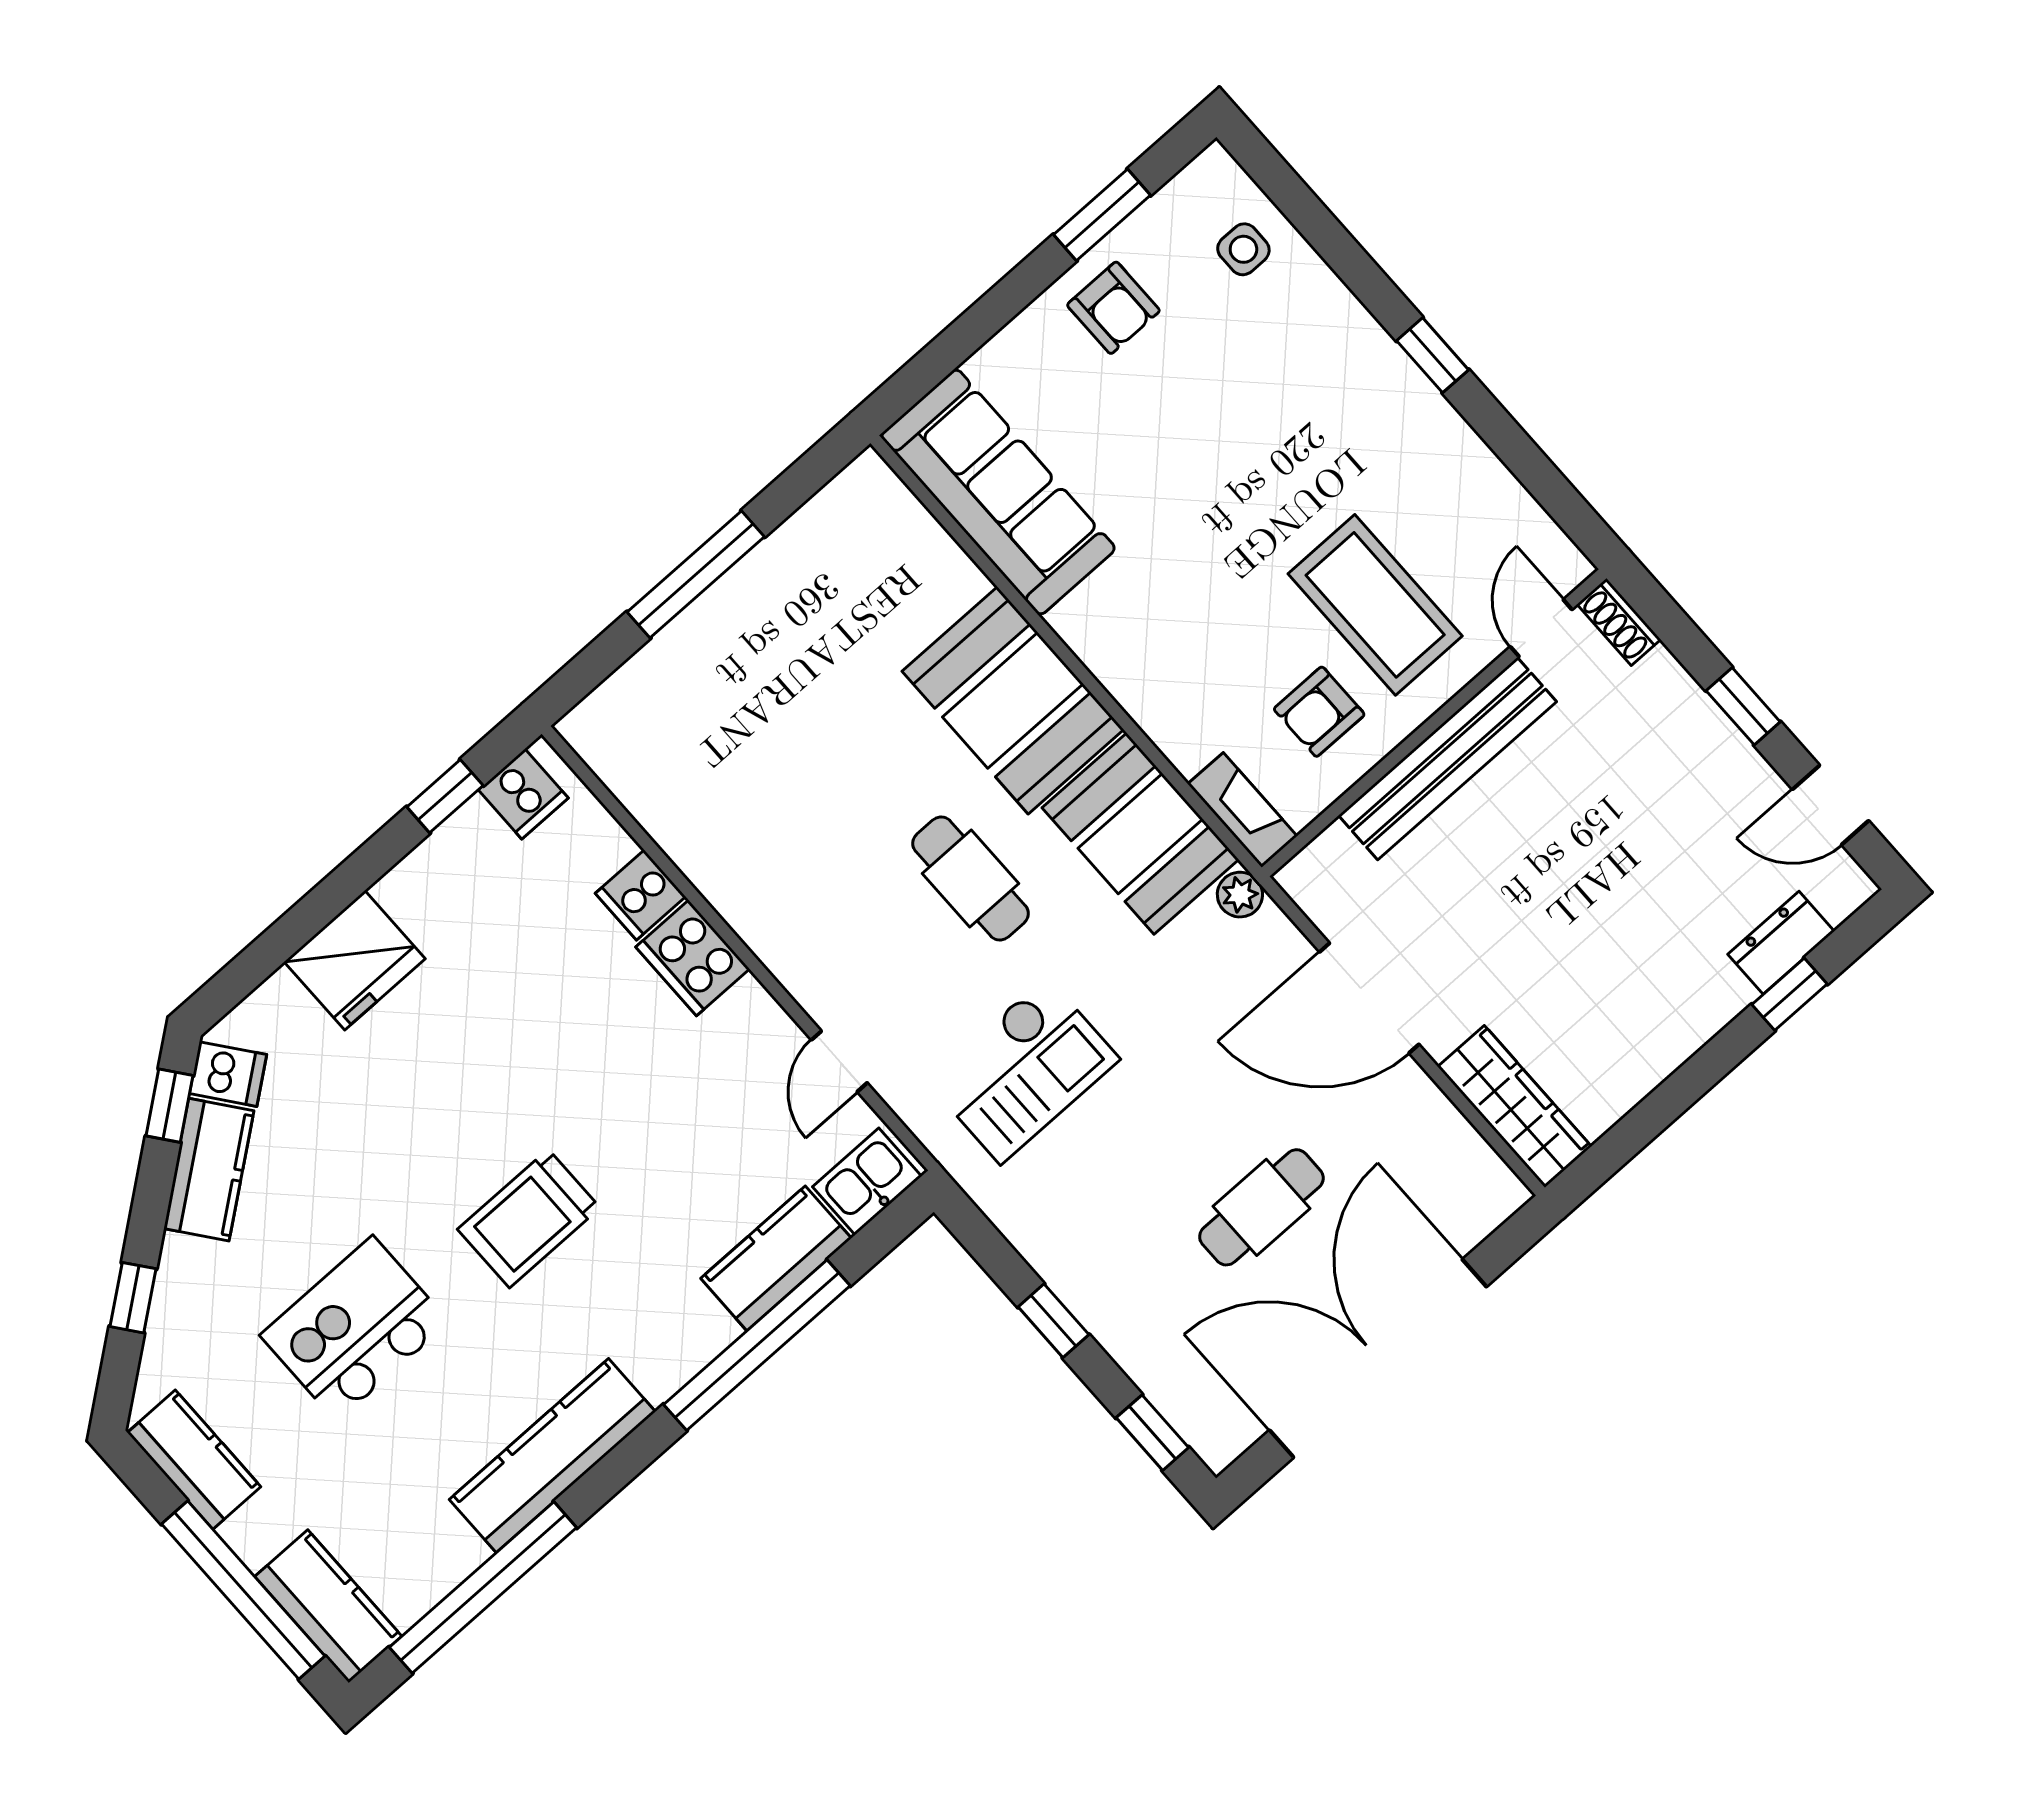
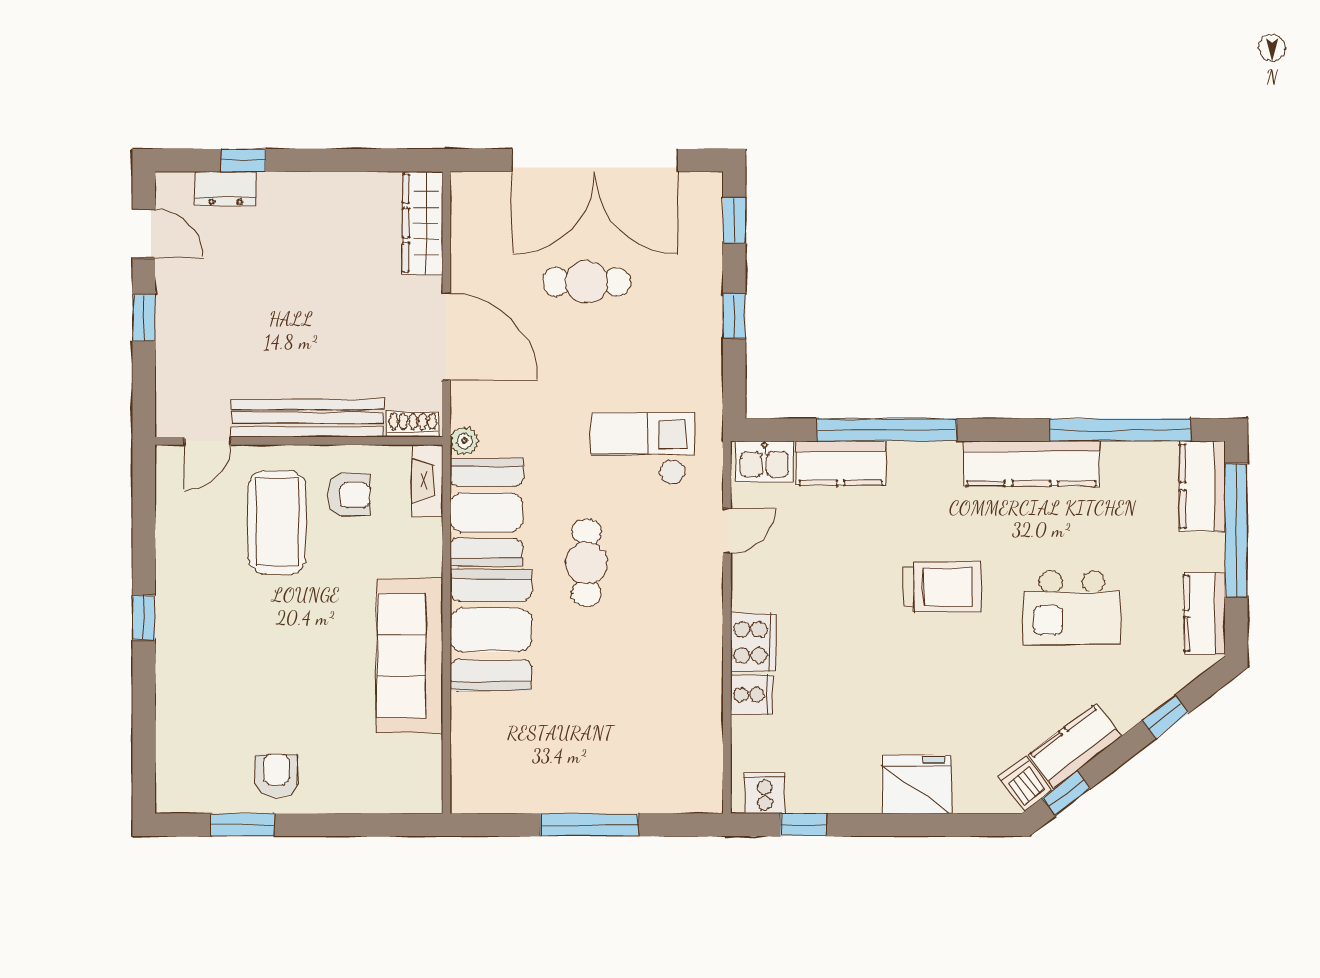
side table: (1243, 249) -> (189, 748), removed
sofa: (998, 492) -> (410, 656), moved
shoe rack: (1619, 622) -> (413, 424), moved, turned -90

